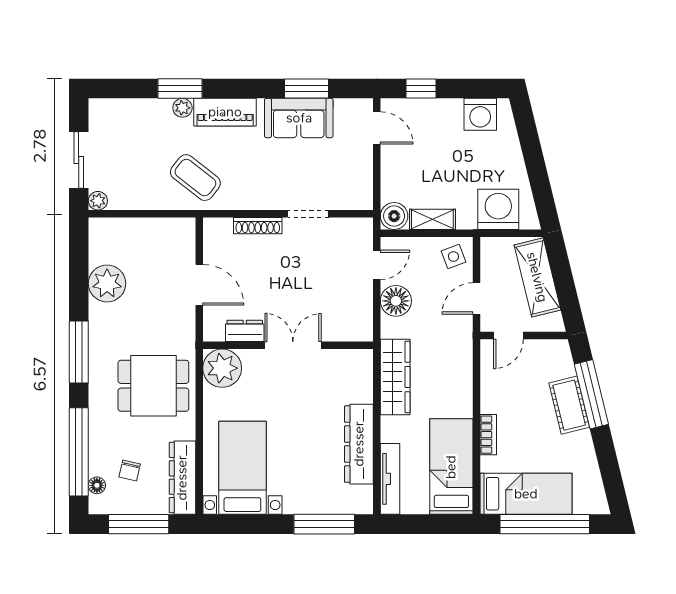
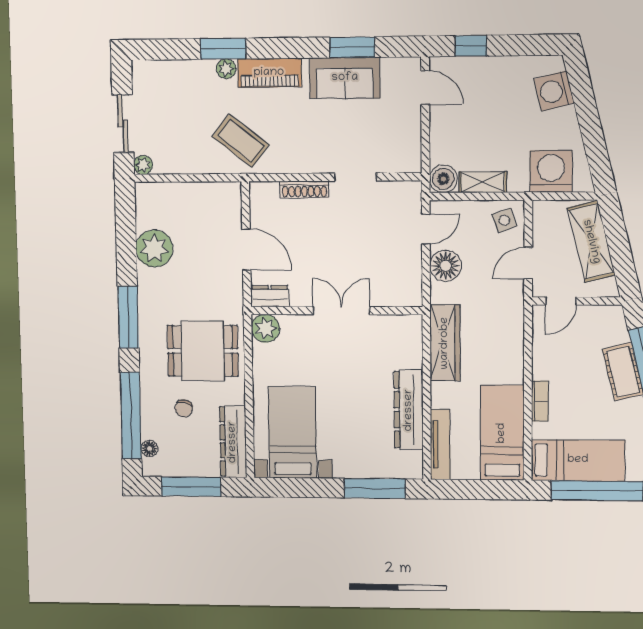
washing machine: (480, 114) -> (554, 91), moved, turned 76
dresser: (245, 331) -> (270, 296), moved
plant: (222, 368) -> (265, 328), width x0.73, depth x0.73
chair: (130, 470) -> (184, 408), moved

